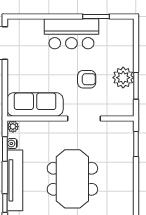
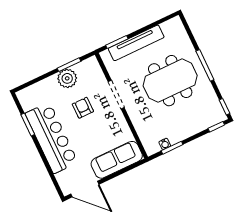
bar counter: (71, 34) -> (52, 138), width x1.36
sofa: (35, 104) -> (117, 160), moved, turned 90
plant: (13, 127) -> (150, 150), removed
tv unit: (15, 180) -> (136, 43), moved, turned 180

